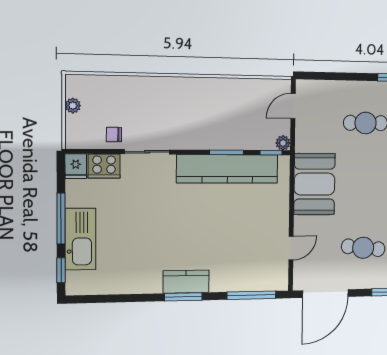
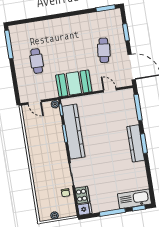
kitchen sink: (80, 239) -> (134, 199), moved
kitchen counter: (186, 282) -> (136, 143), width x1.50

